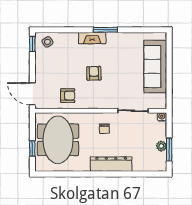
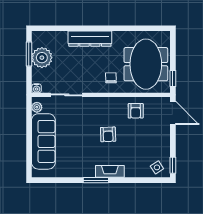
armchair: (68, 96) -> (136, 111), turned -90
plant: (162, 99) -> (37, 107), added
chair: (104, 129) -> (111, 78), moved
plant: (161, 146) -> (42, 58), width x1.87, depth x1.87
window: (32, 148) -> (173, 78), moved

